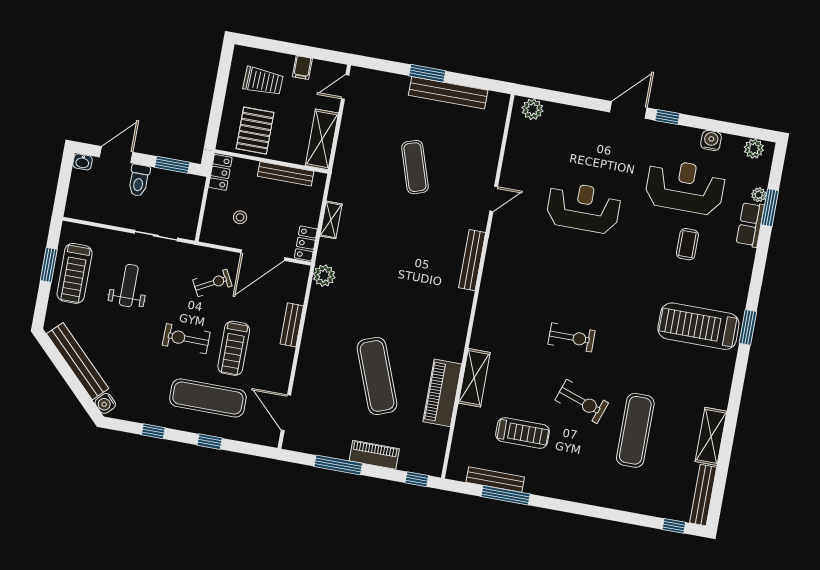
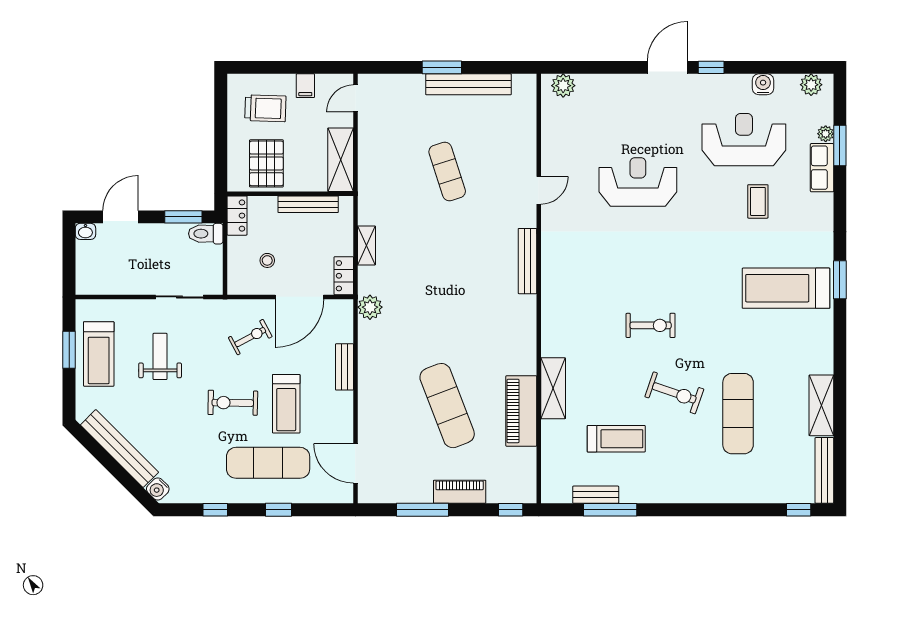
toilet: (139, 180) -> (206, 234), moved, turned 90
bench: (495, 480) -> (596, 495), width x0.73

